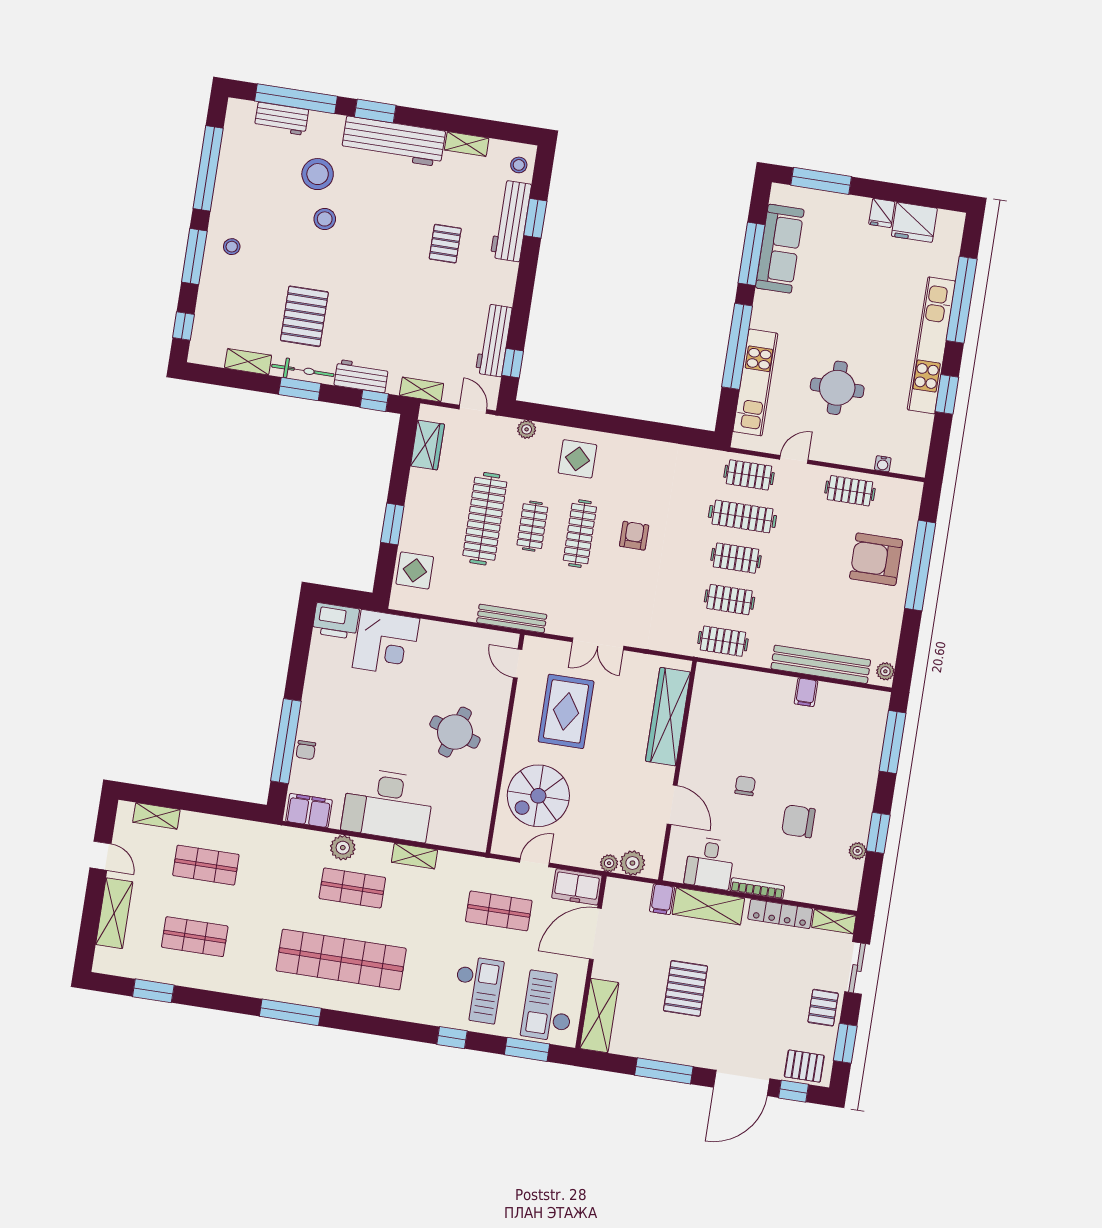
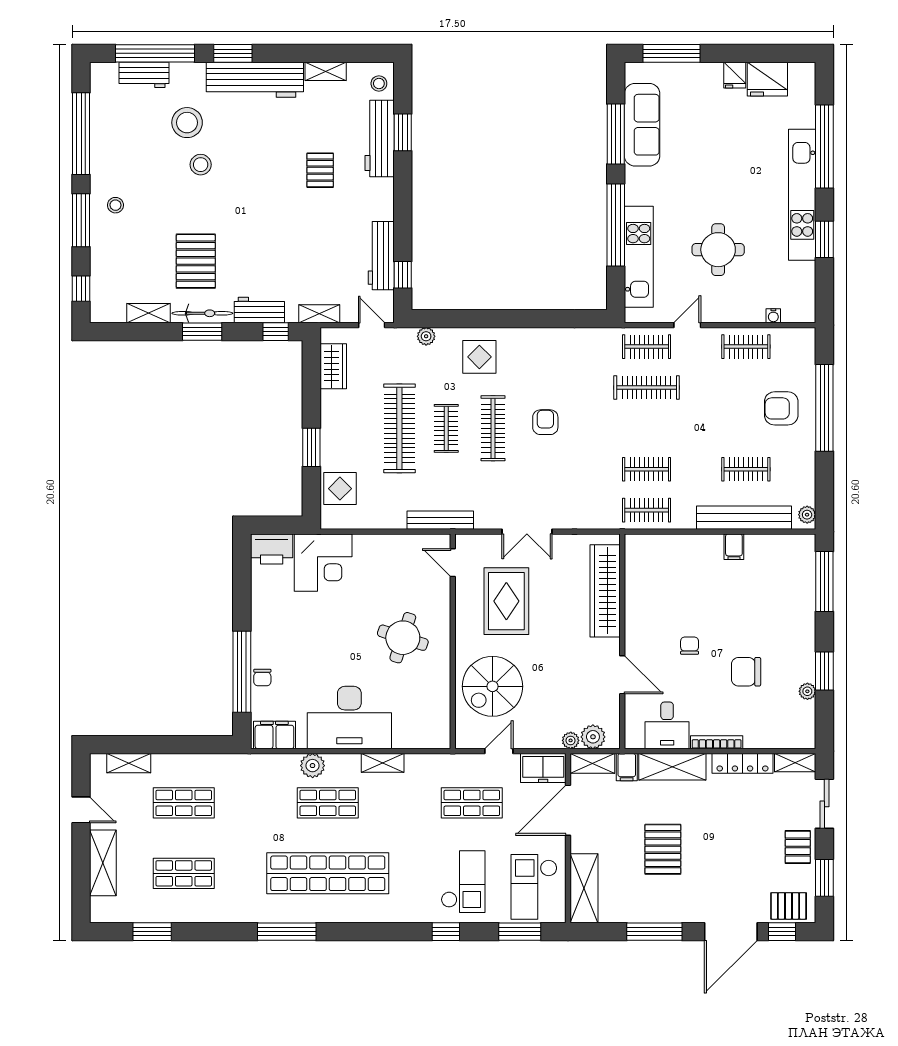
clothes rail: (736, 558) -> (746, 469), moved
armchair: (876, 559) -> (781, 408), width x0.73, depth x0.73
shelving: (628, 890) -> (592, 763), added

